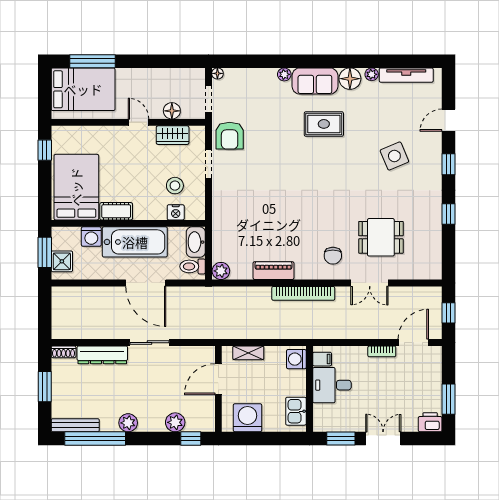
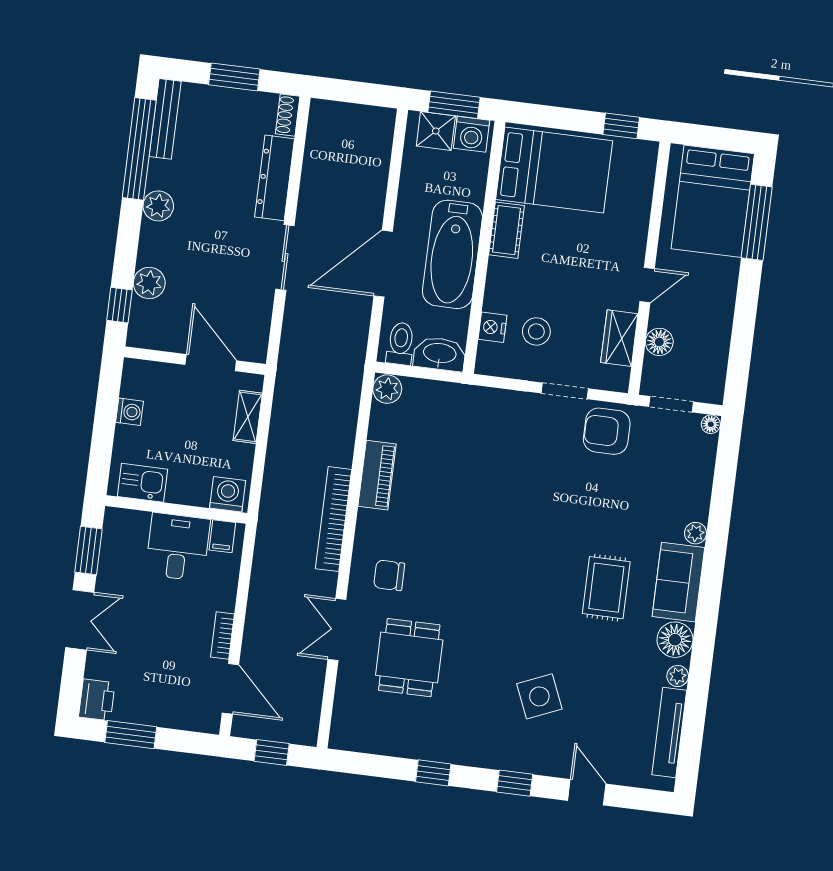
washing machine: (91, 237) -> (472, 134), moved, turned -90
washing machine: (248, 418) -> (129, 412), width x0.53, depth x0.53

